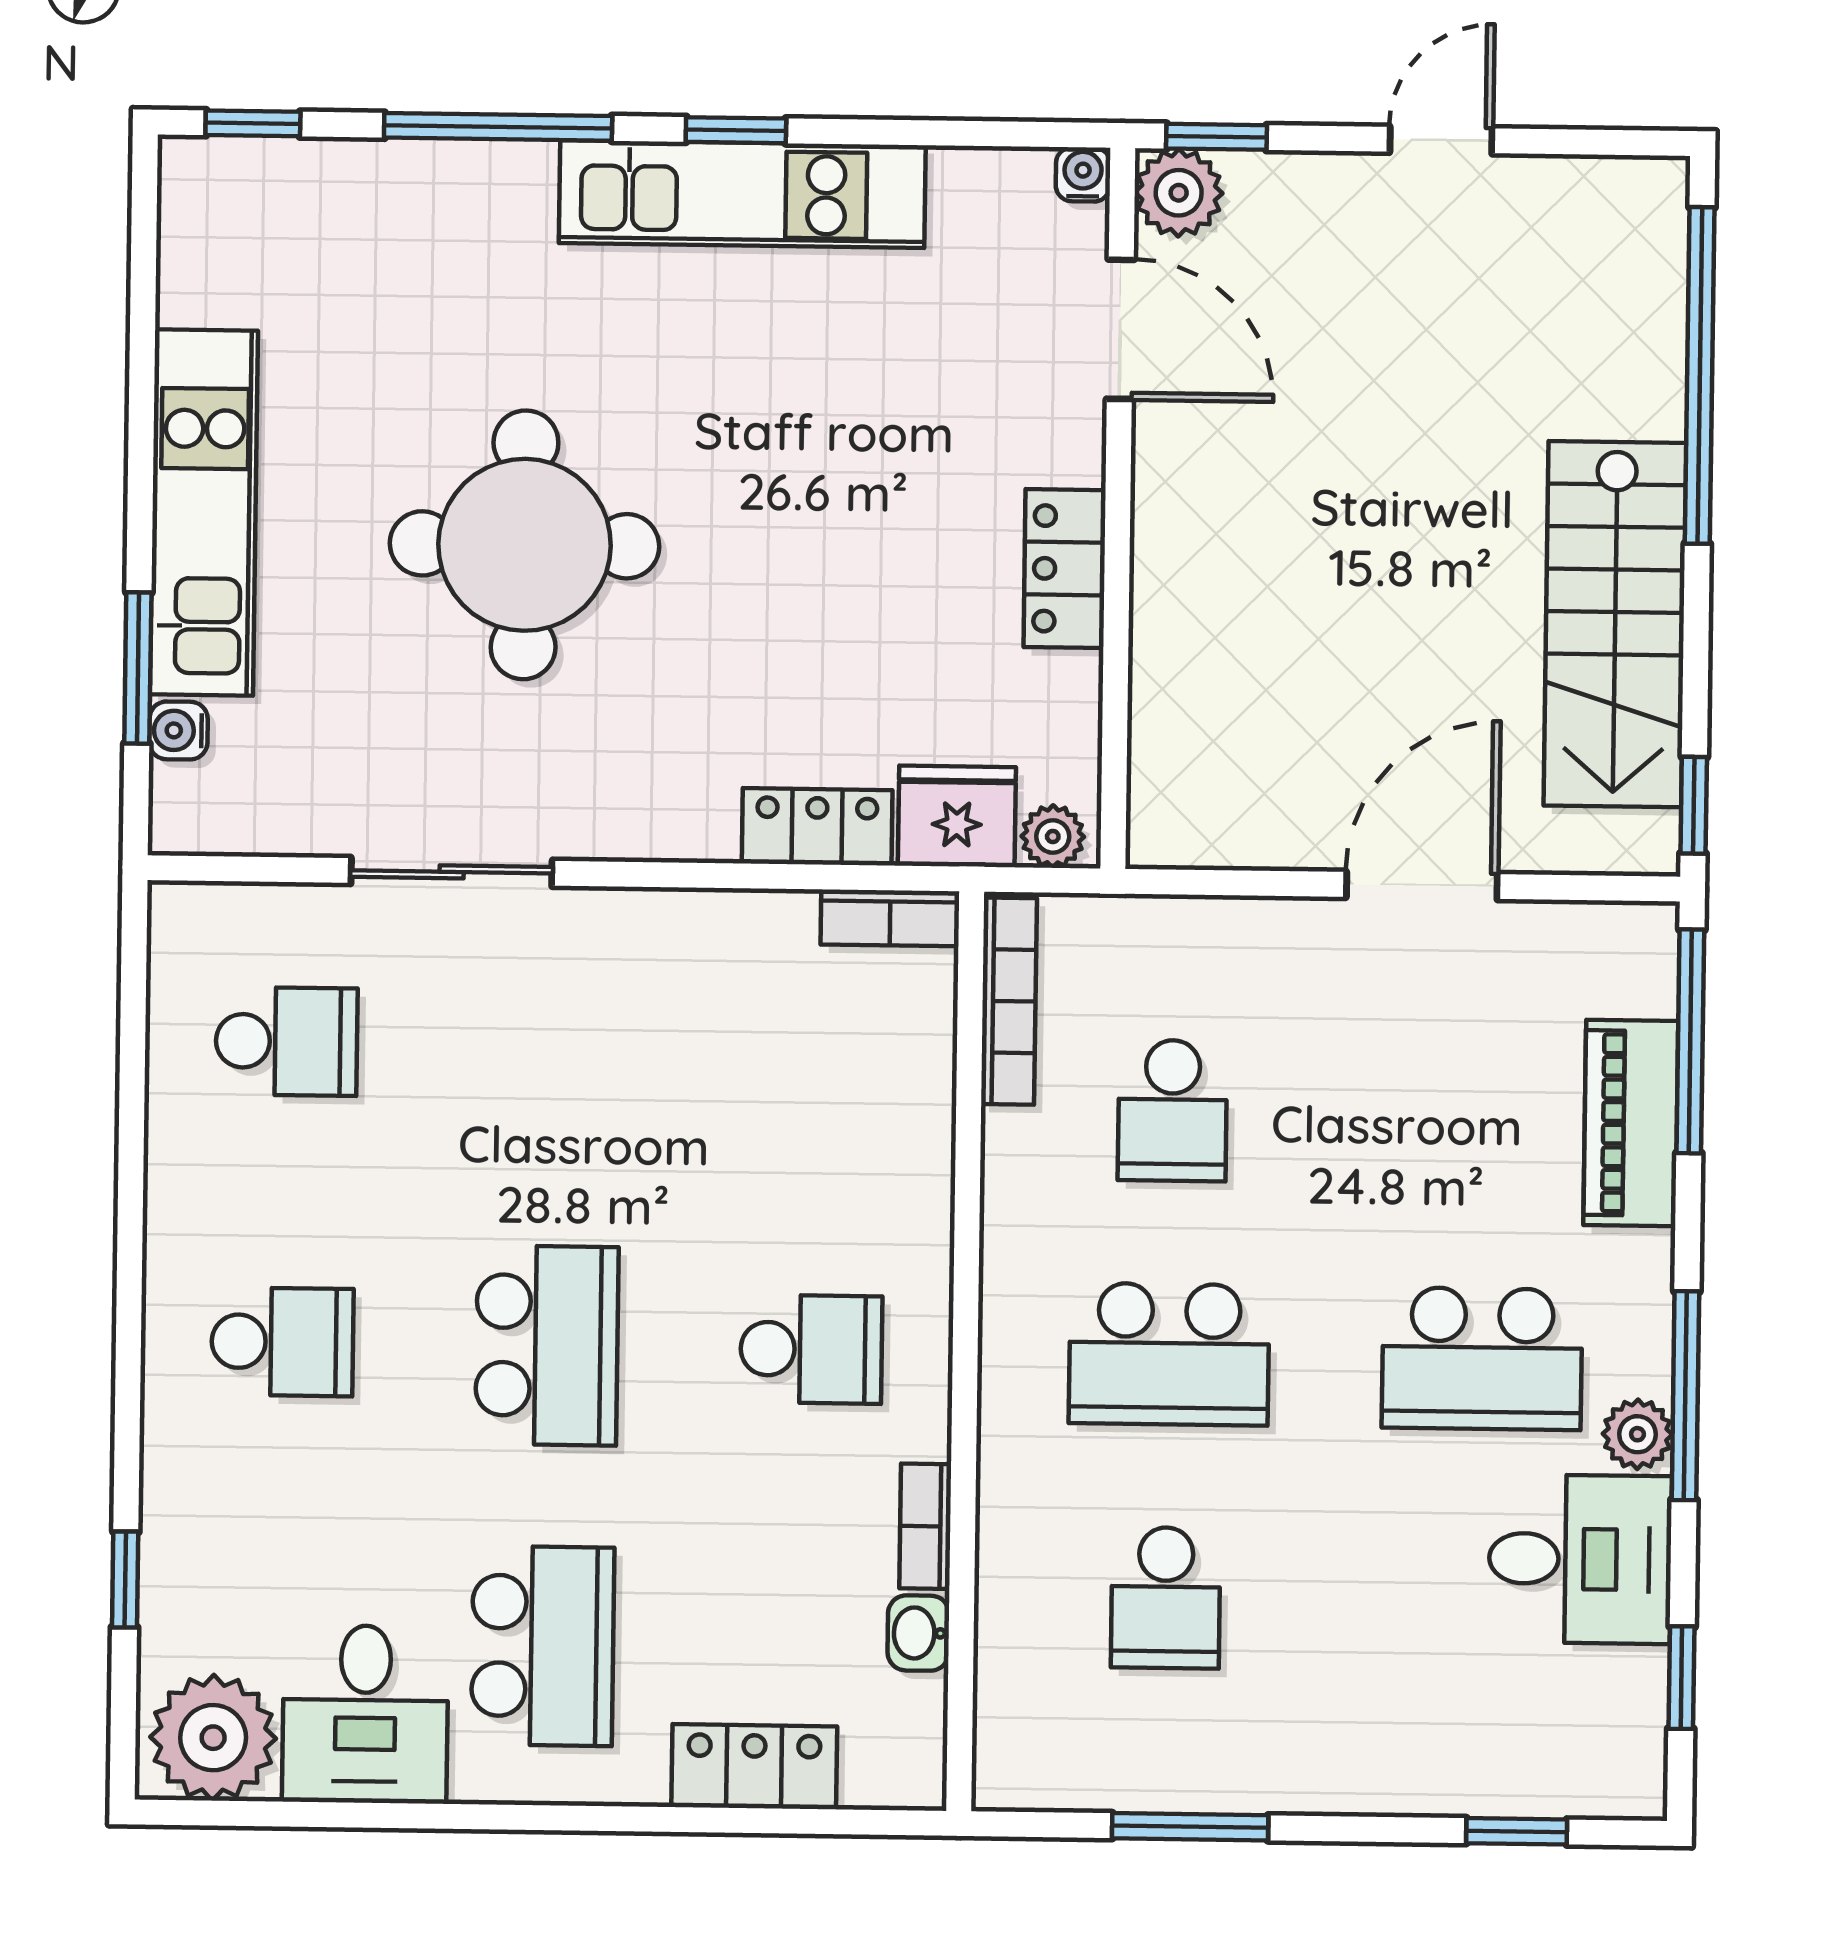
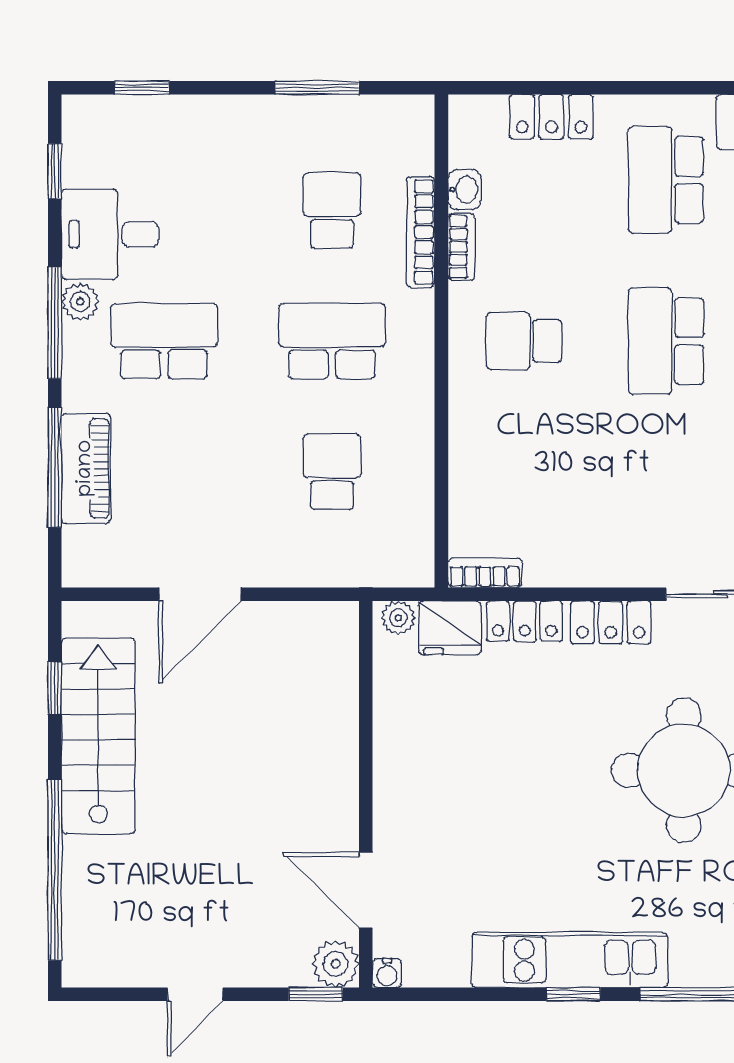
locker: (1065, 569) -> (611, 622), moved, turned 90
window: (1694, 805) -> (55, 688), moved
bookcase: (1009, 1001) -> (421, 232), moved
window: (1690, 1041) -> (55, 467), moved

